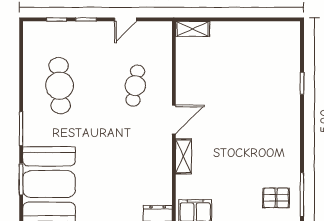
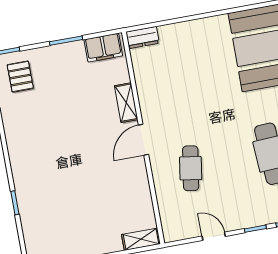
door: (125, 19) -> (214, 236), hinge flipped
pallet: (276, 198) -> (20, 77), turned 90

